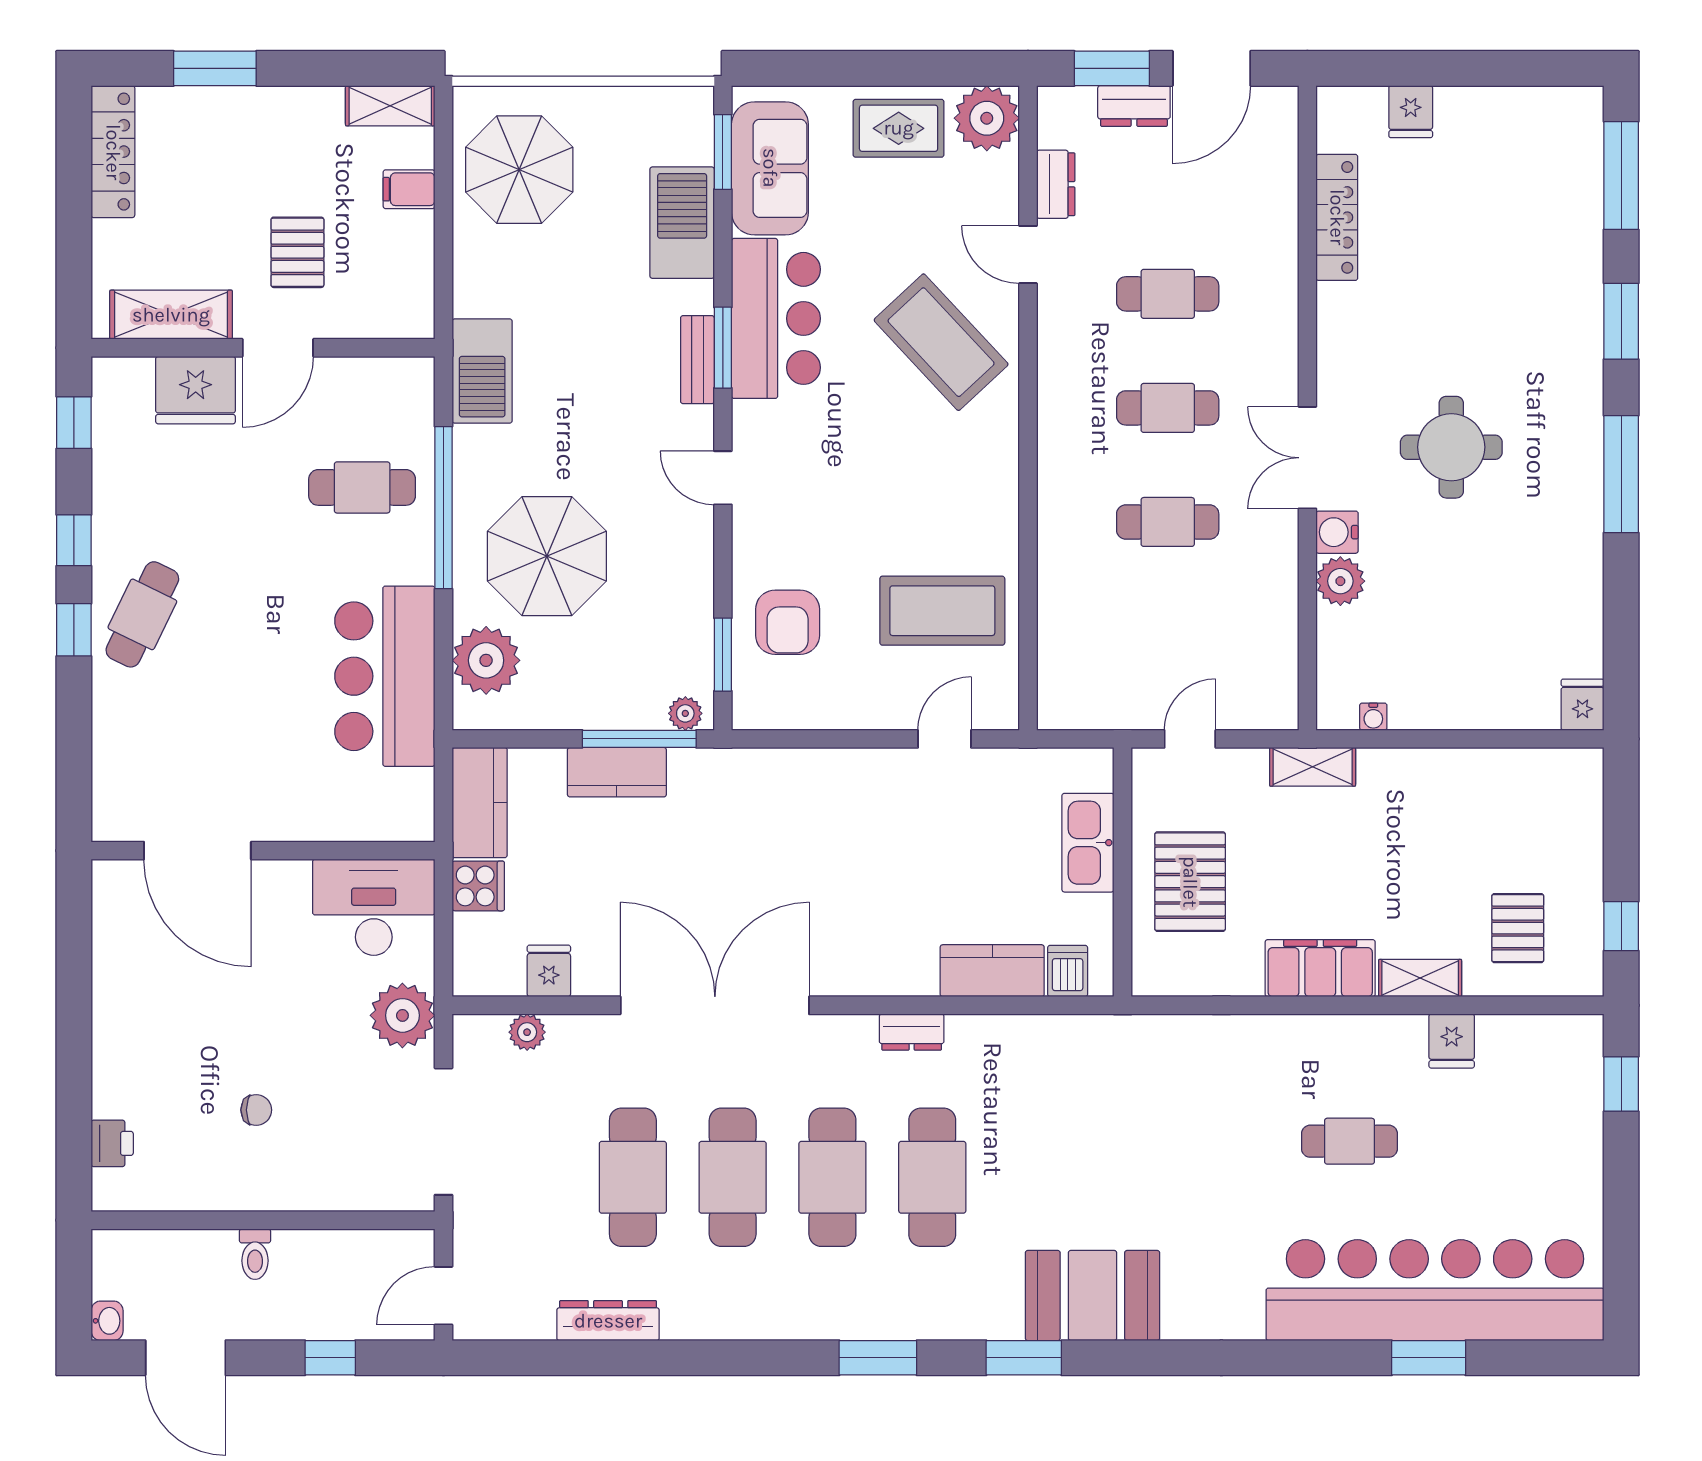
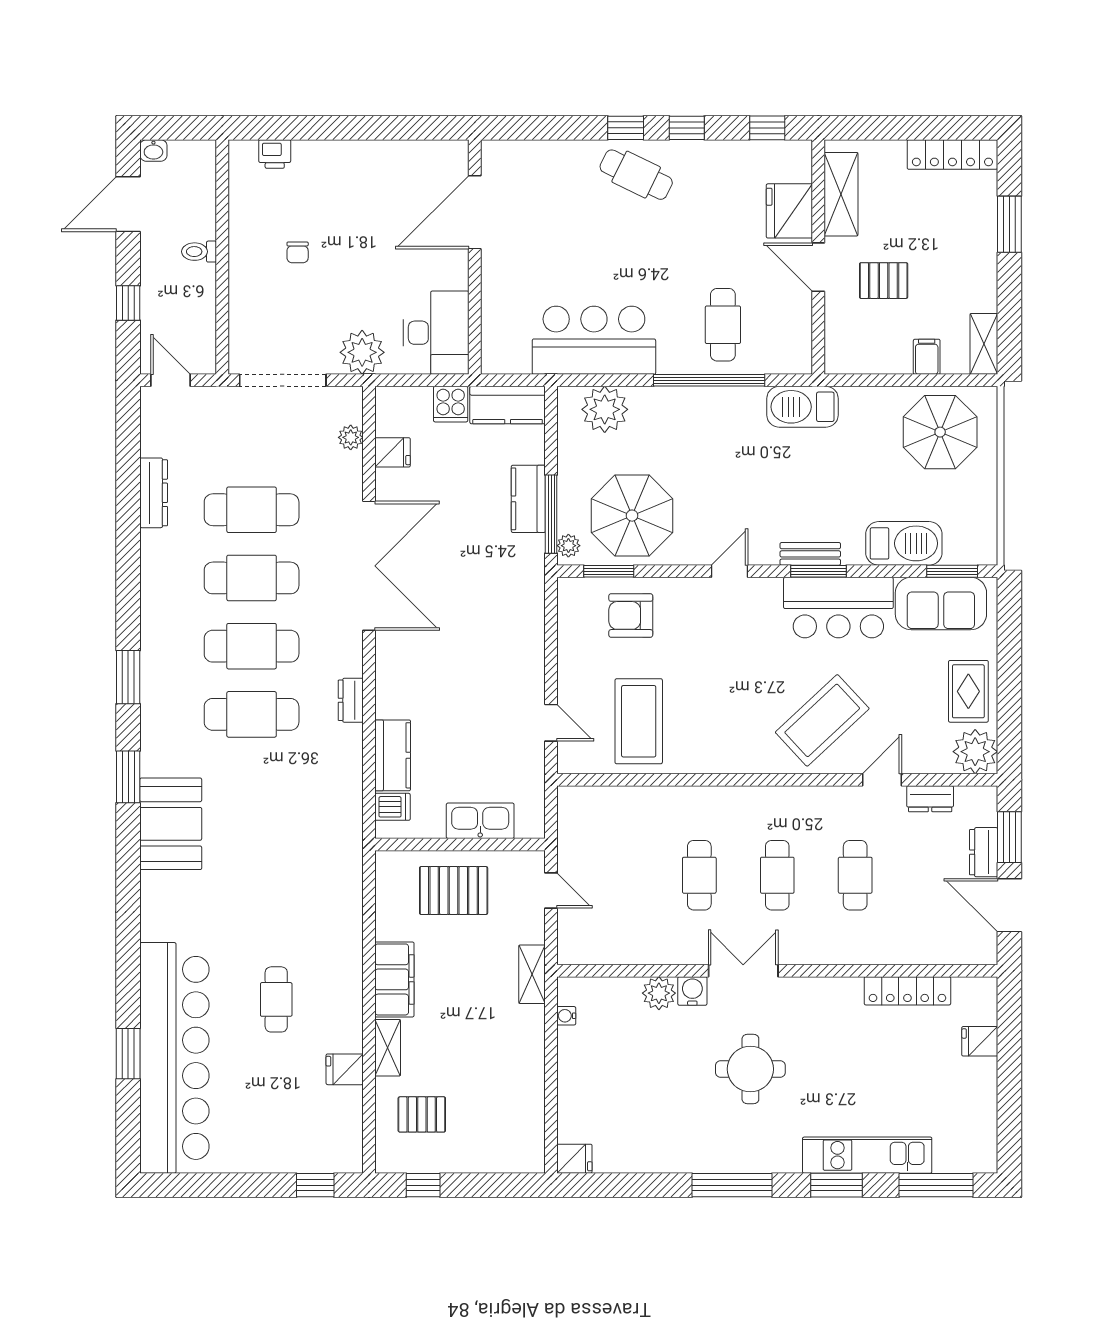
kitchen unit: (1577, 276) -> (867, 1155), added
parasol: (547, 556) -> (632, 516), moved

